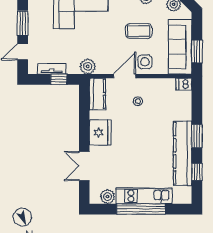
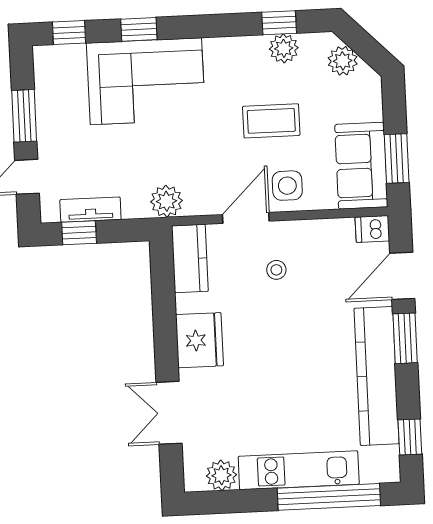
sofa: (180, 47) -> (361, 166), width x0.73
window: (59, 79) -> (79, 233), moved
door: (197, 107) -> (402, 276), added
window: (197, 172) -> (410, 437), moved
window: (141, 209) -> (329, 497), moved

